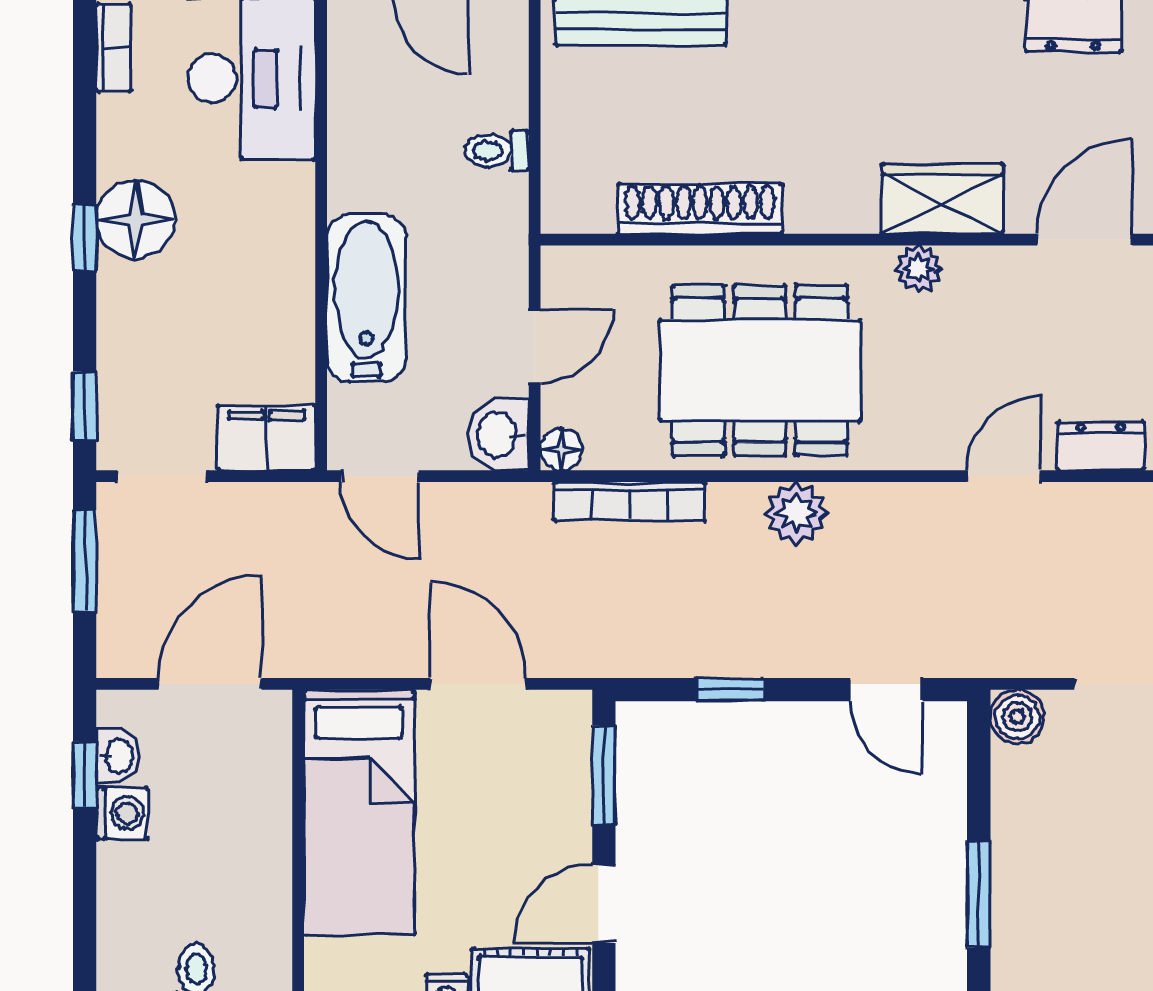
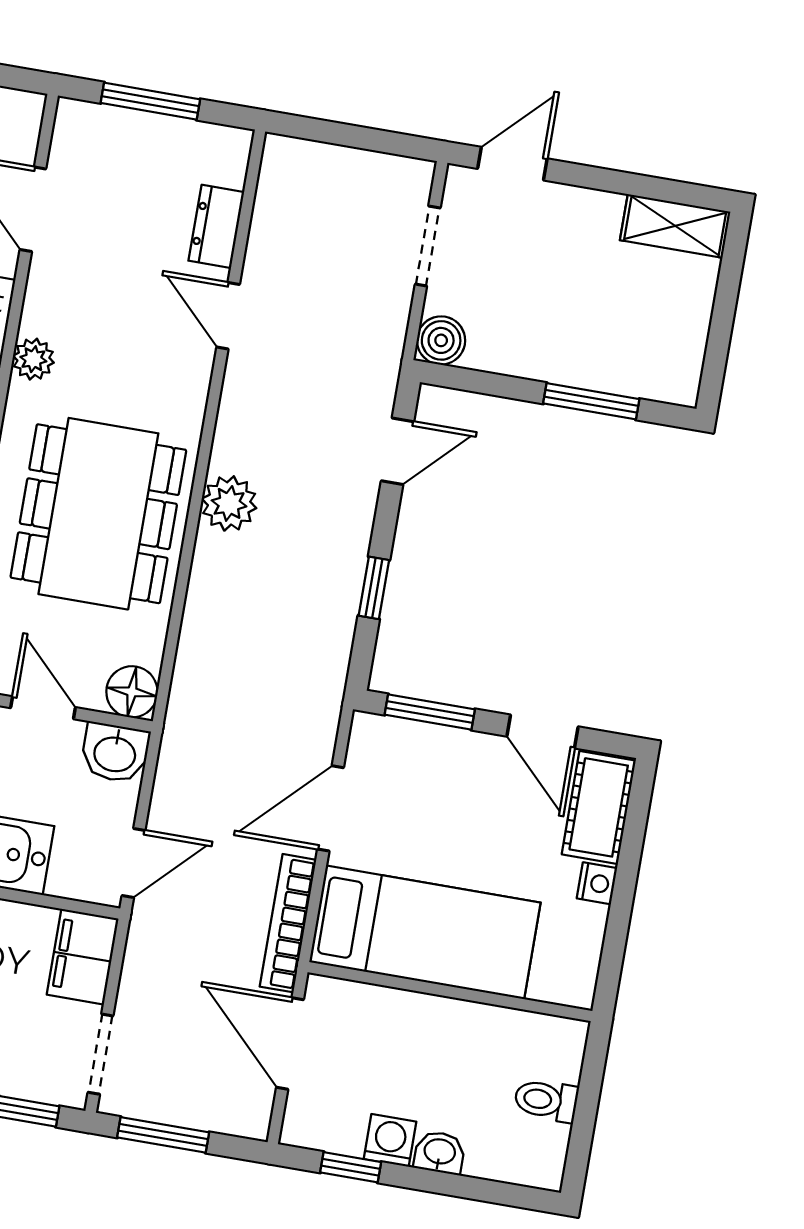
floor lamp: (561, 449) -> (132, 692), width x1.37, depth x1.37
bookcase: (629, 501) -> (288, 923), moved, turned 180
washbasin: (118, 756) -> (440, 1153), moved

